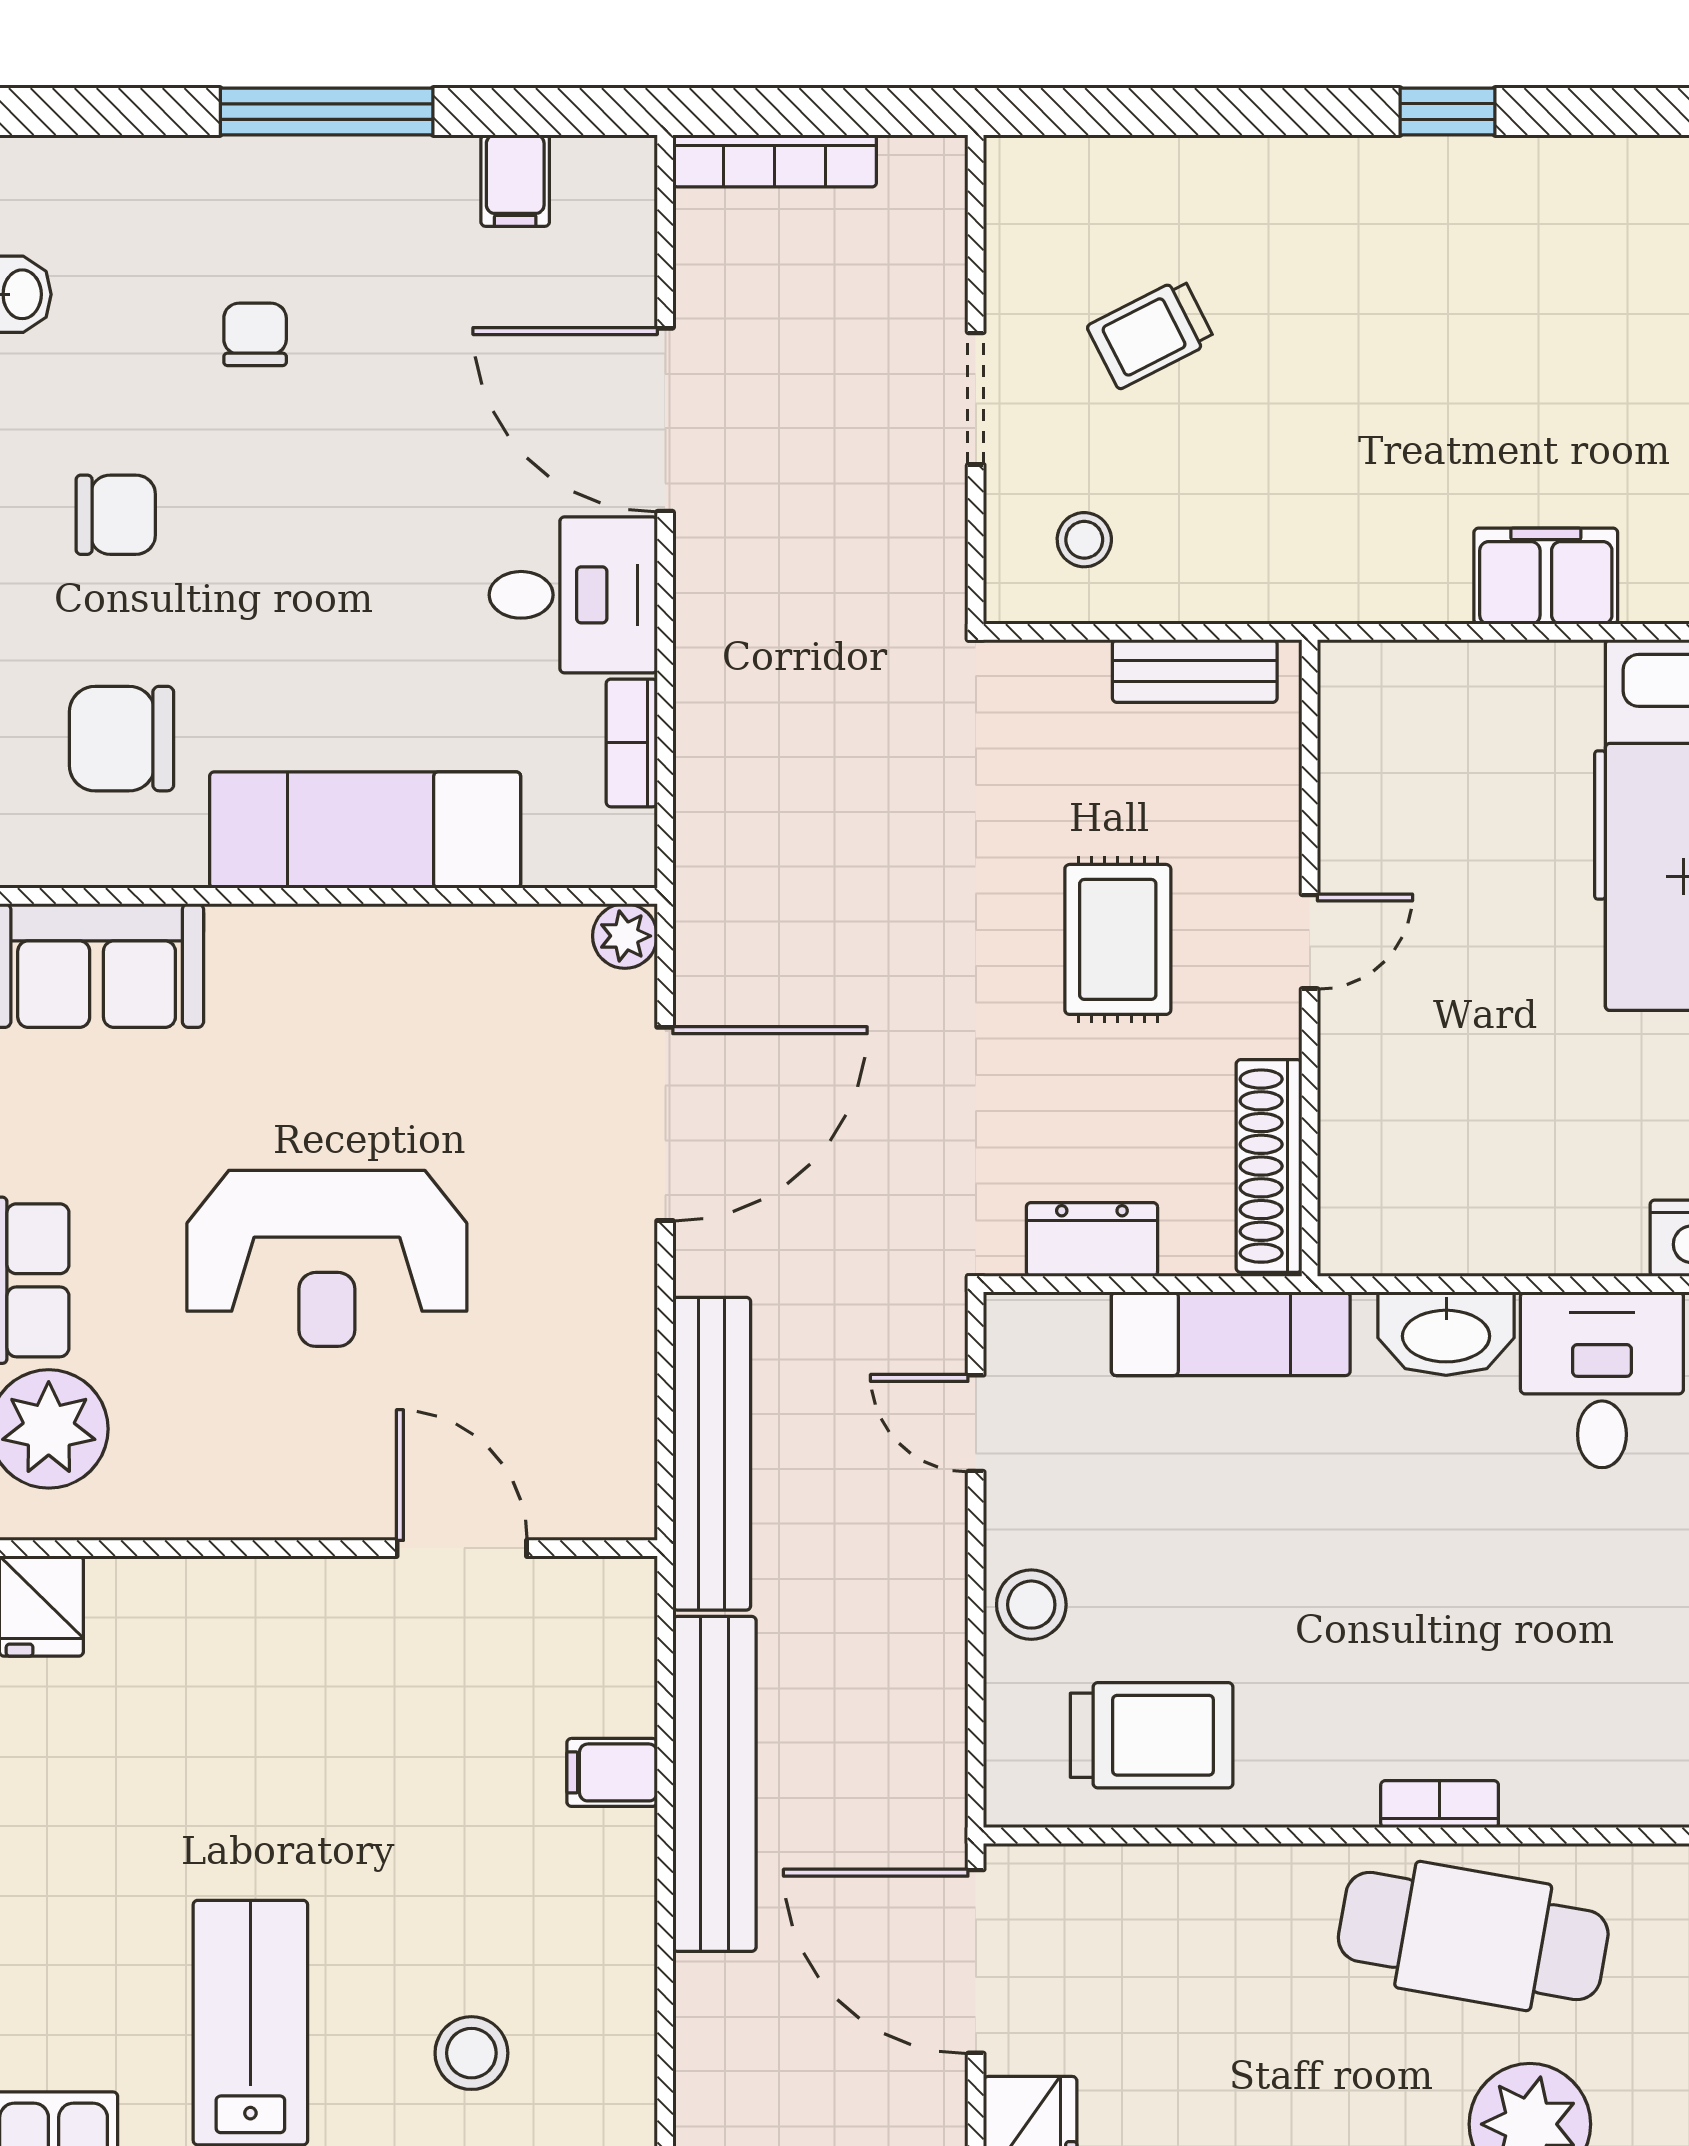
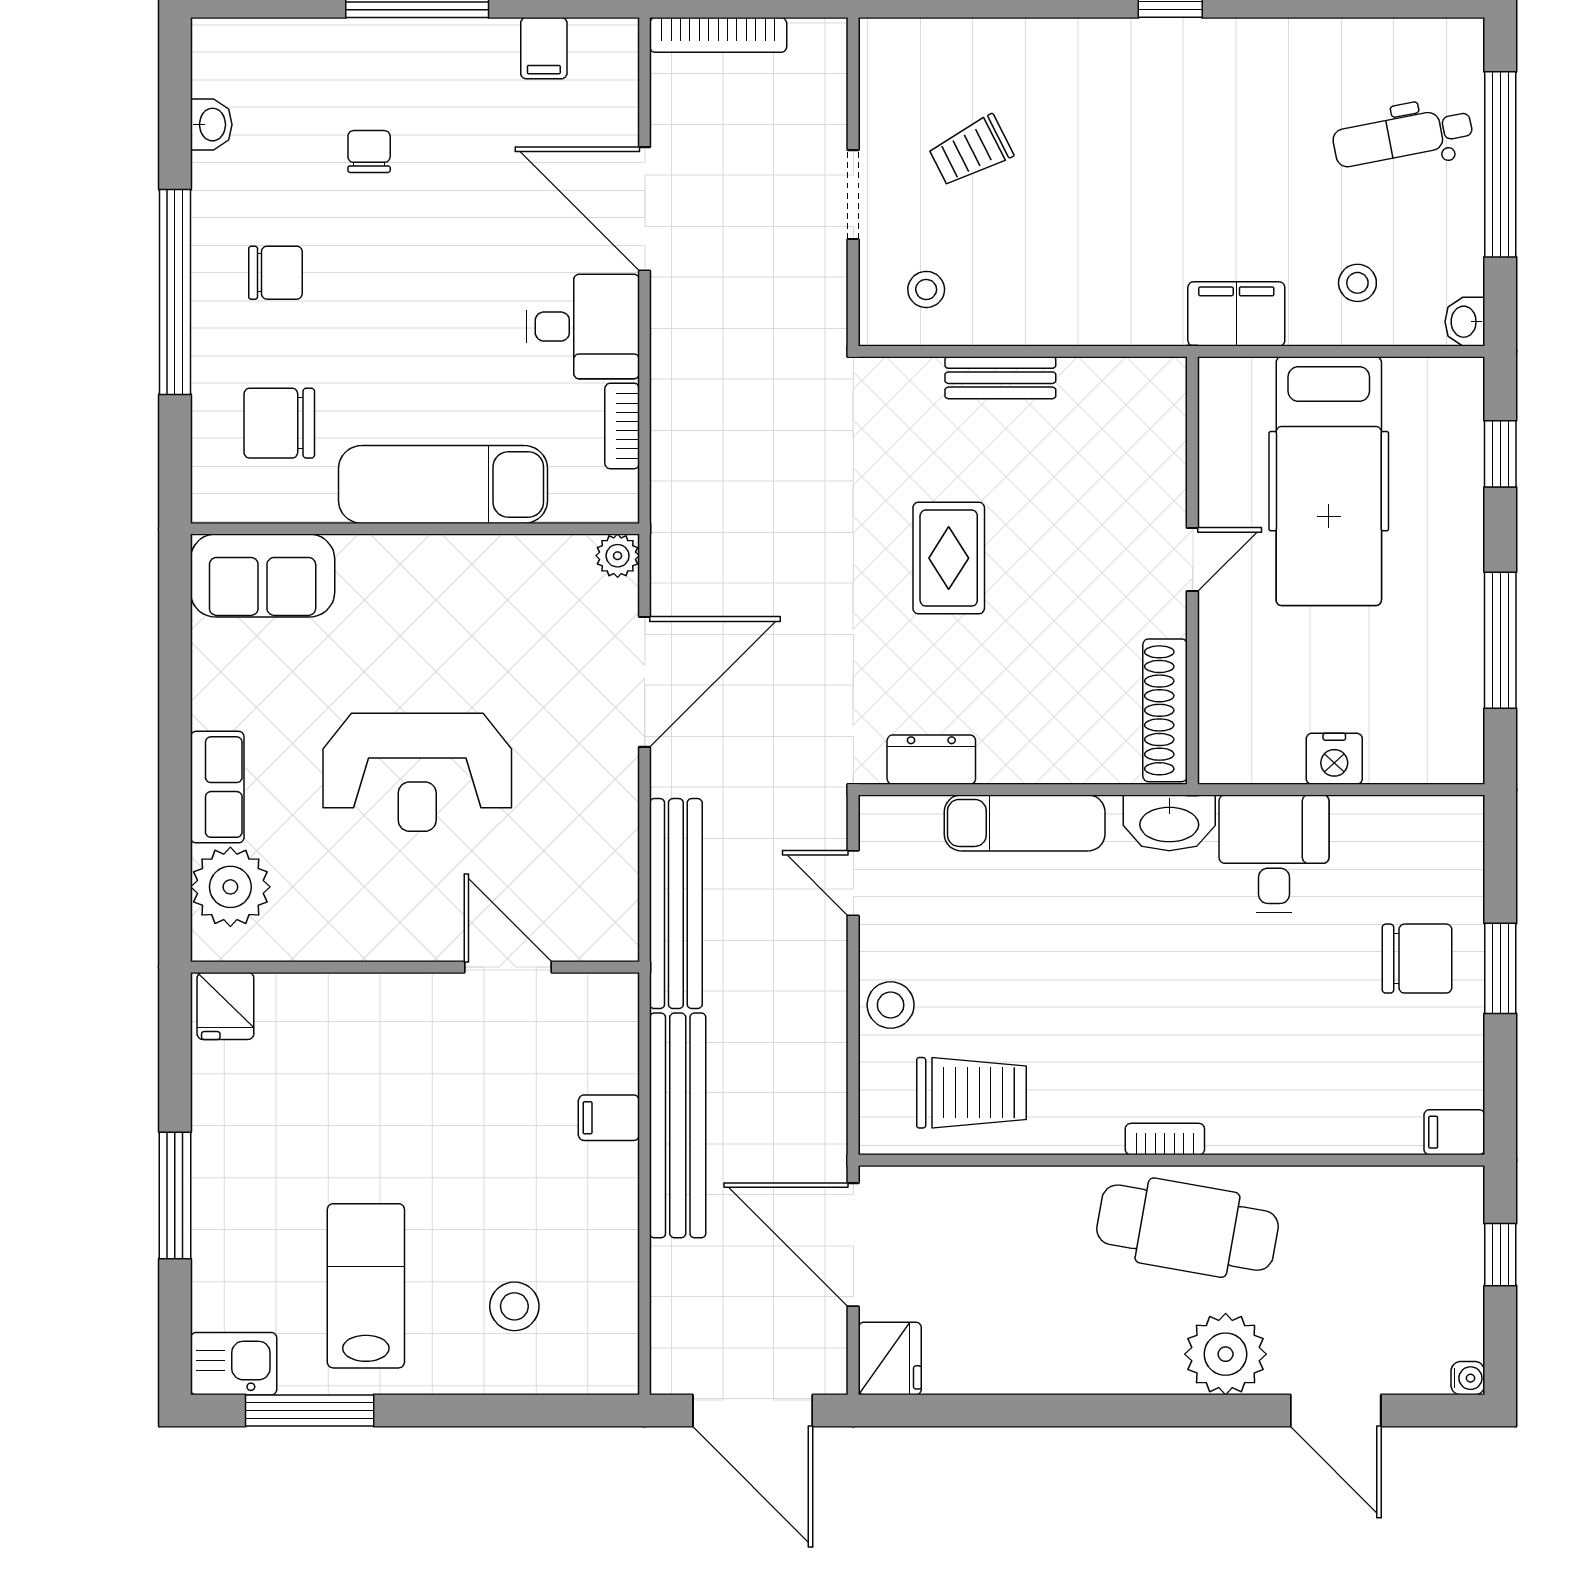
door: (1310, 942) -> (1192, 559), moved
wall: (1310, 958) -> (1192, 570), moved
shoe rack: (1269, 1166) -> (1165, 710), moved

